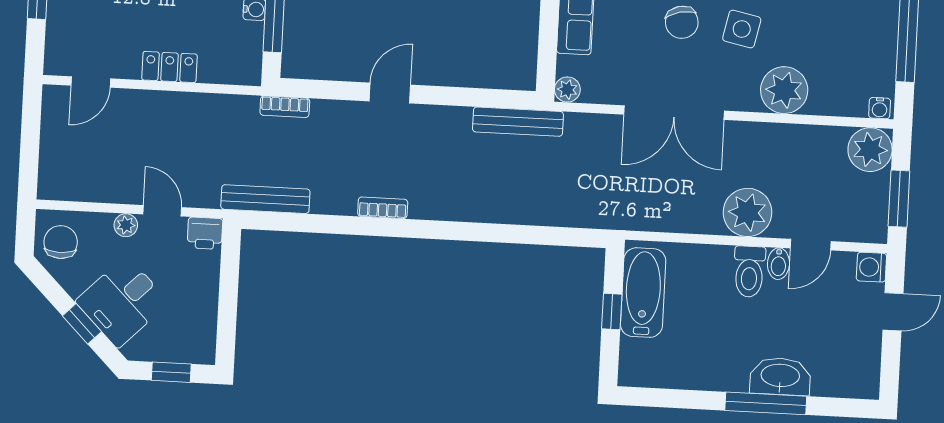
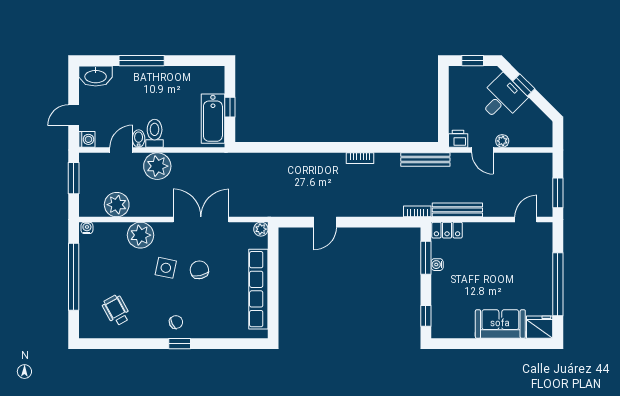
locker: (169, 67) -> (447, 230), moved
door: (390, 93) -> (325, 222), moved
bench: (518, 122) -> (457, 210), moved
window: (31, 127) -> (558, 193), added
plant: (870, 150) -> (117, 205), moved
chair: (61, 242) -> (538, 130), removed
washbasin: (780, 376) -> (96, 76), moved

